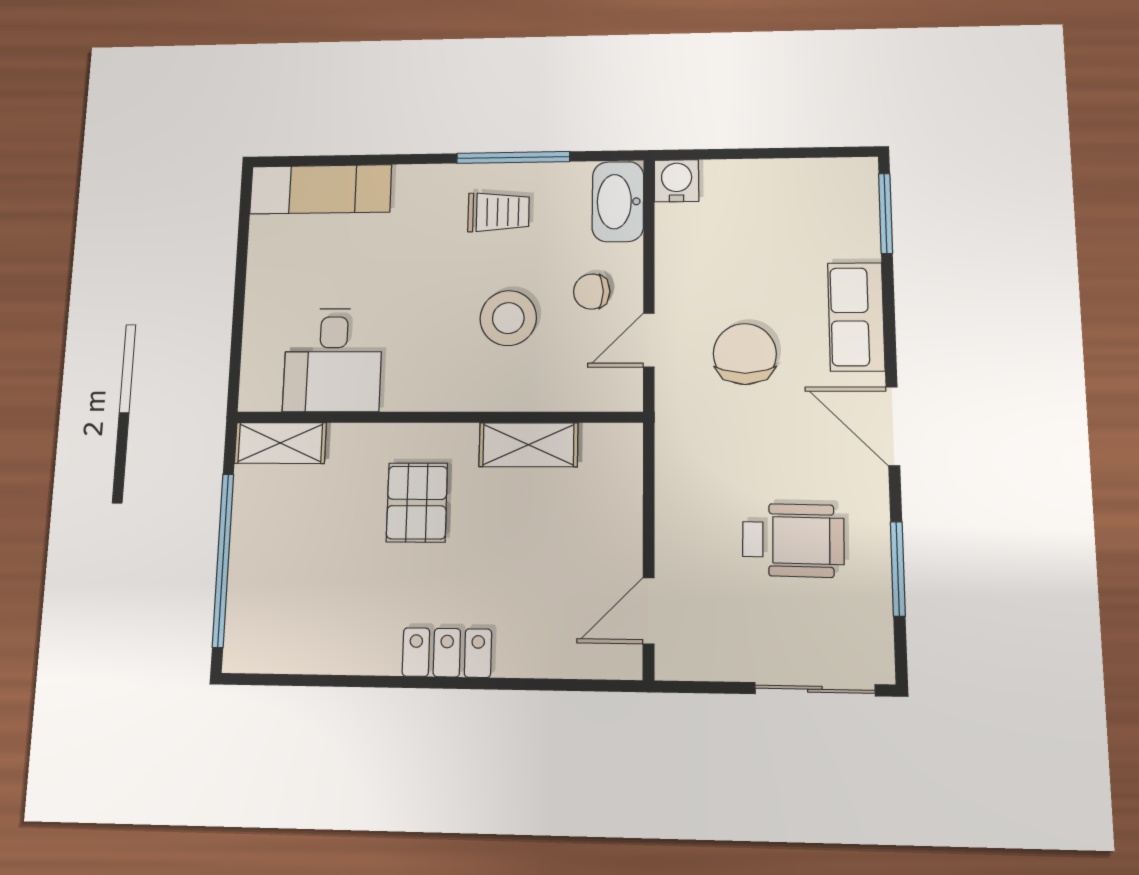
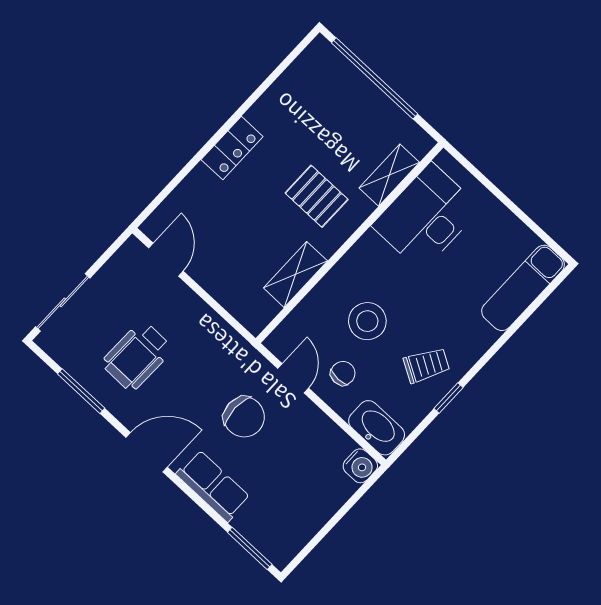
window: (513, 157) -> (448, 398), width x0.46
trolley: (499, 212) -> (427, 365), turned -150
desk: (333, 360) -> (426, 217), width x1.37
shelving: (280, 443) -> (389, 175), moved

